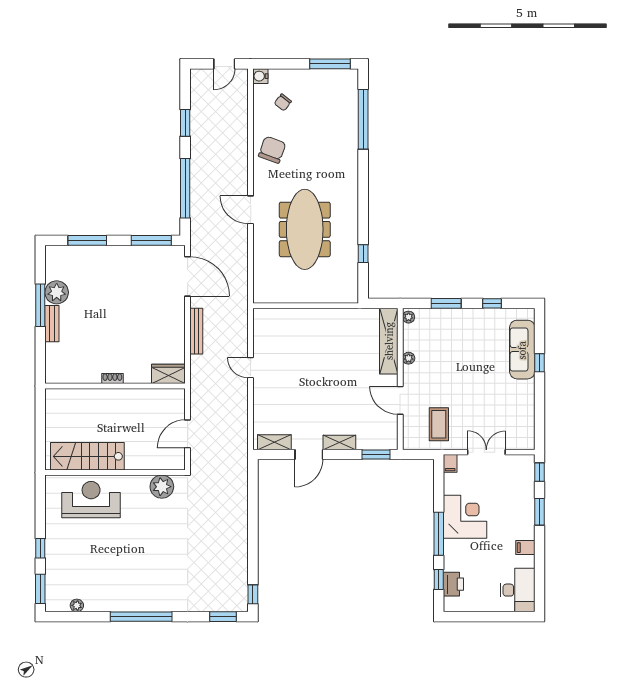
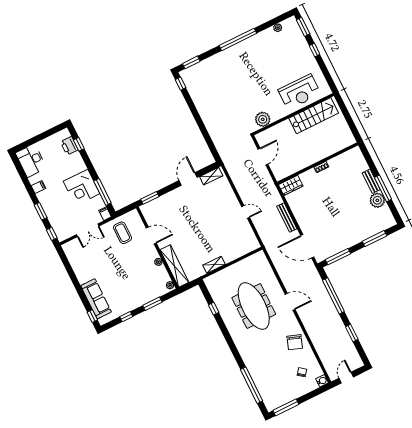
window: (540, 363) -> (92, 316), moved
shelving: (339, 442) -> (214, 265), moved
window: (439, 534) -> (102, 192), moved

